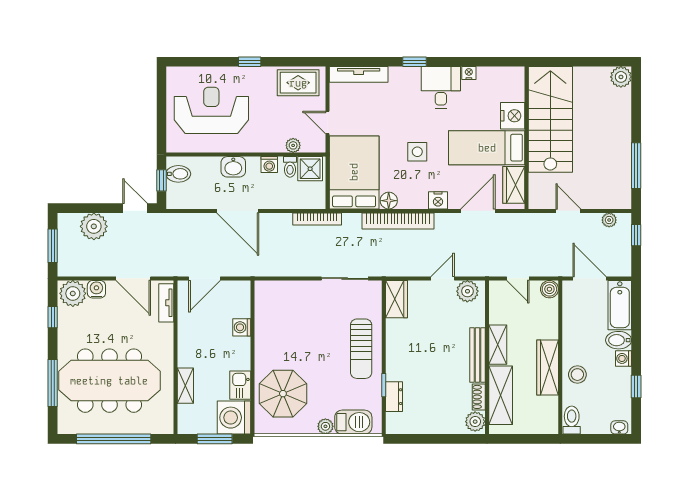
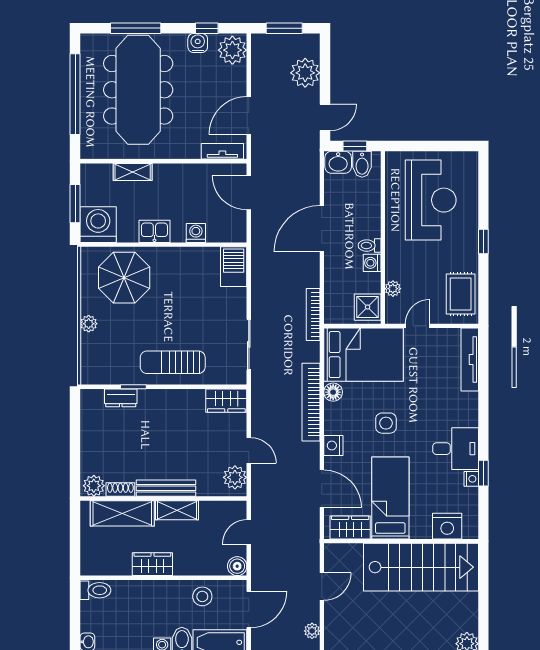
window: (414, 62) -> (483, 473), moved
nightstand: (513, 116) -> (447, 526), moved
washbasin: (233, 167) -> (338, 162), moved, turned -90
toilet: (290, 167) -> (370, 246), moved
water cooler: (96, 289) -> (198, 43), moved, turned -90
wardrobe: (548, 367) -> (152, 564), width x0.67
stool: (577, 375) -> (202, 596), moved
kitchen sink: (240, 385) -> (154, 231), moved
barbecue: (353, 422) -> (234, 267), moved, turned 180

